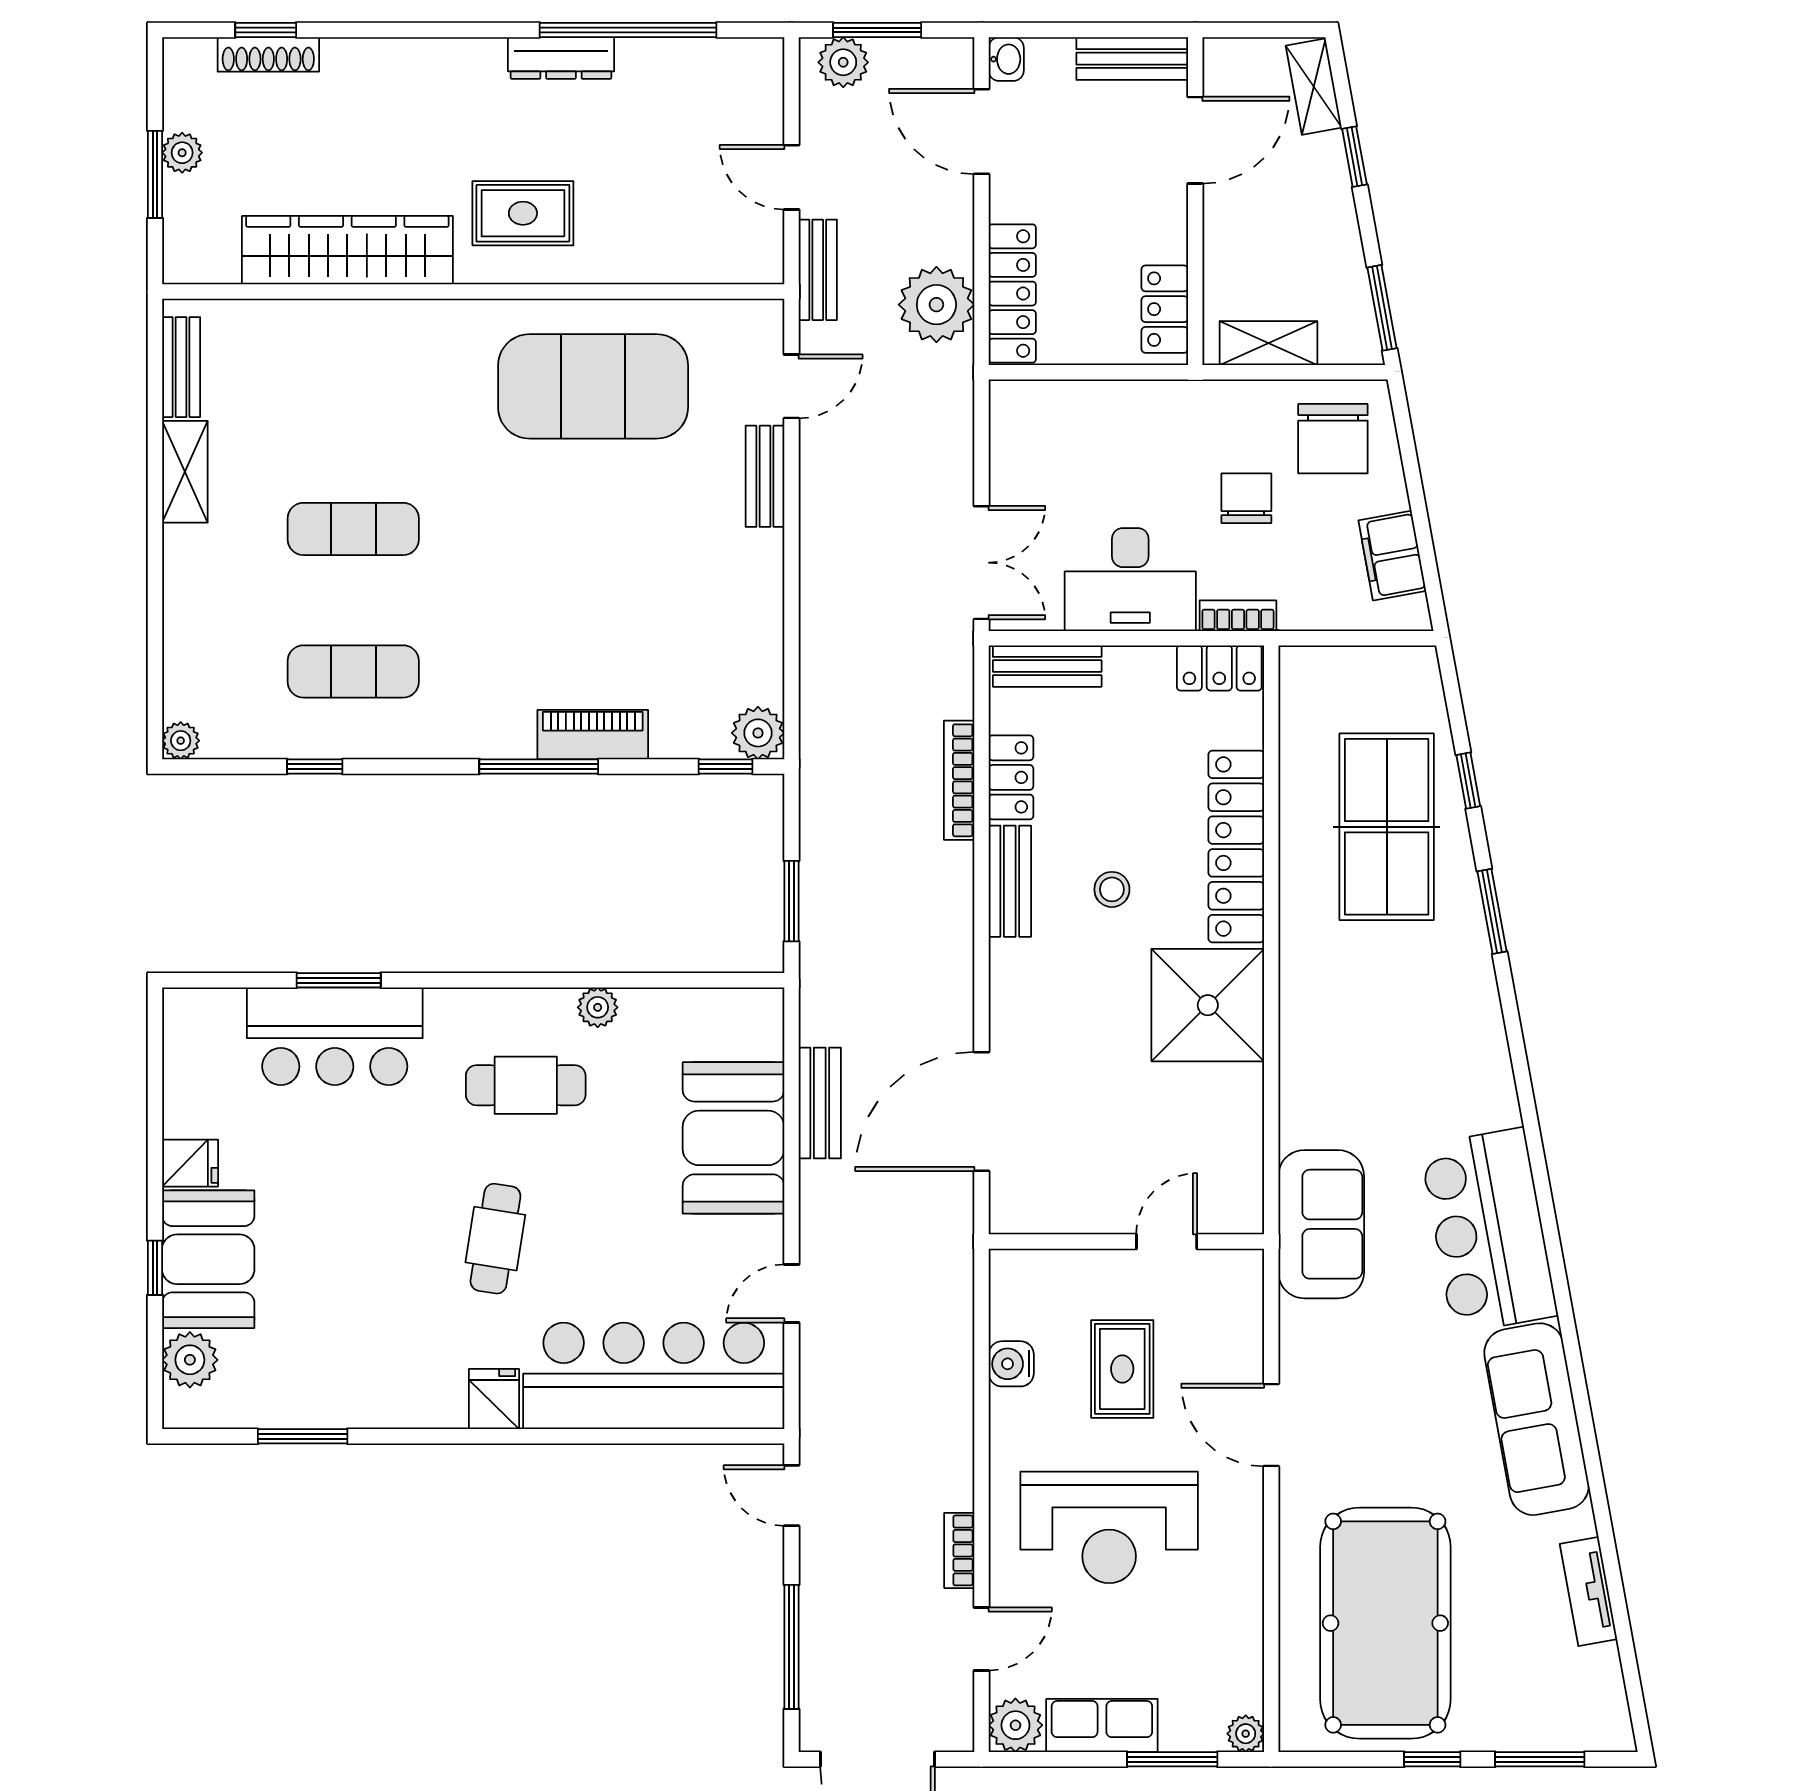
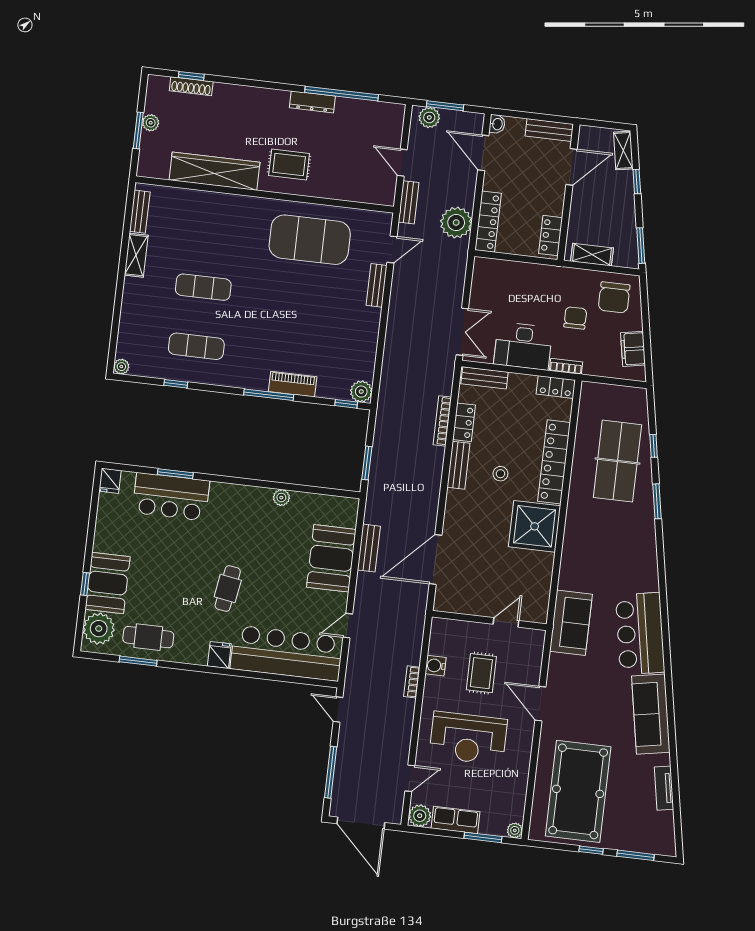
cafe table: (526, 1085) -> (148, 637), moved
fridge: (190, 1163) -> (110, 481), moved, turned 90
plant: (190, 1360) -> (99, 629), width x1.36, depth x1.36
bookcase: (959, 1550) -> (412, 682), moved

